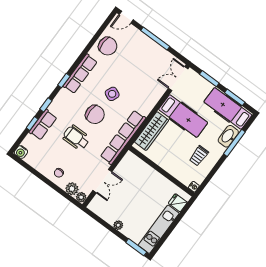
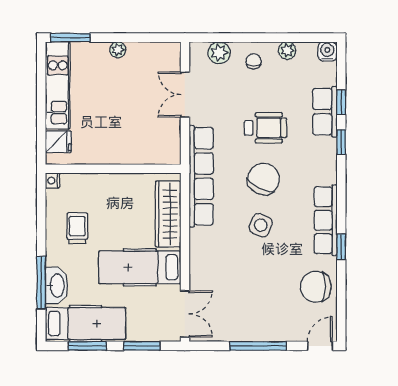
window: (64, 81) -> (341, 247), moved
chair: (95, 114) -> (264, 179), turned 117
plant: (81, 197) -> (287, 50), moved

